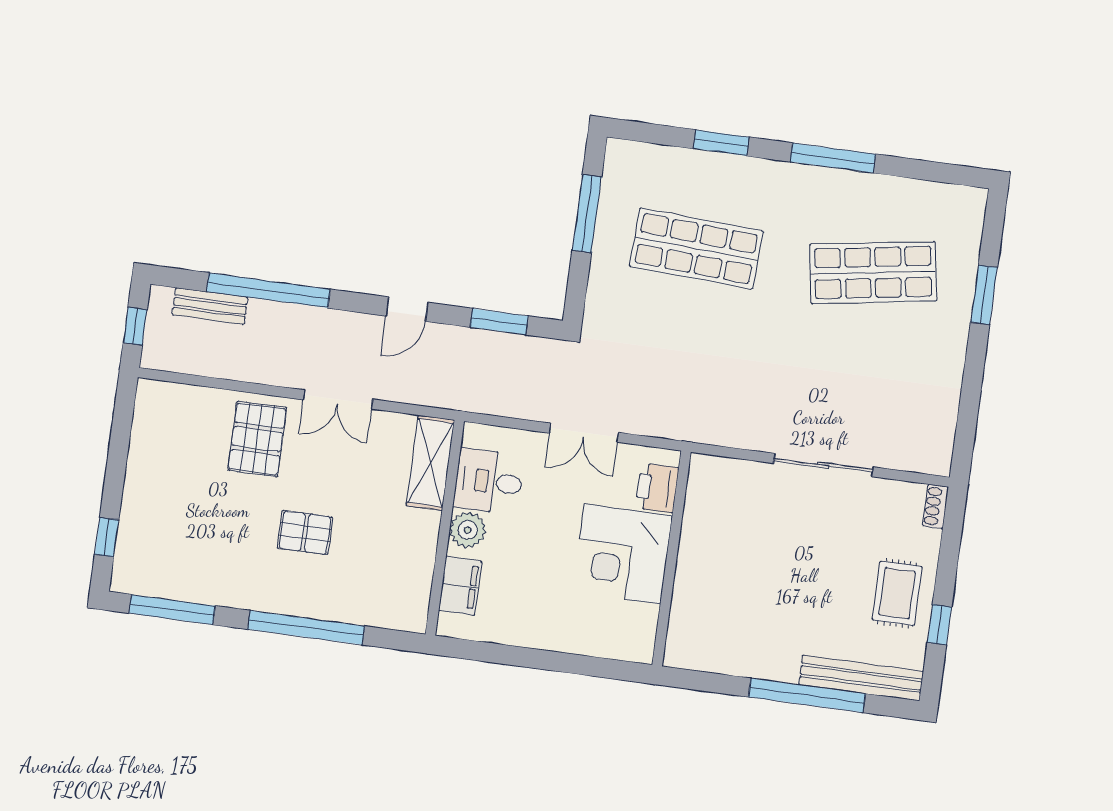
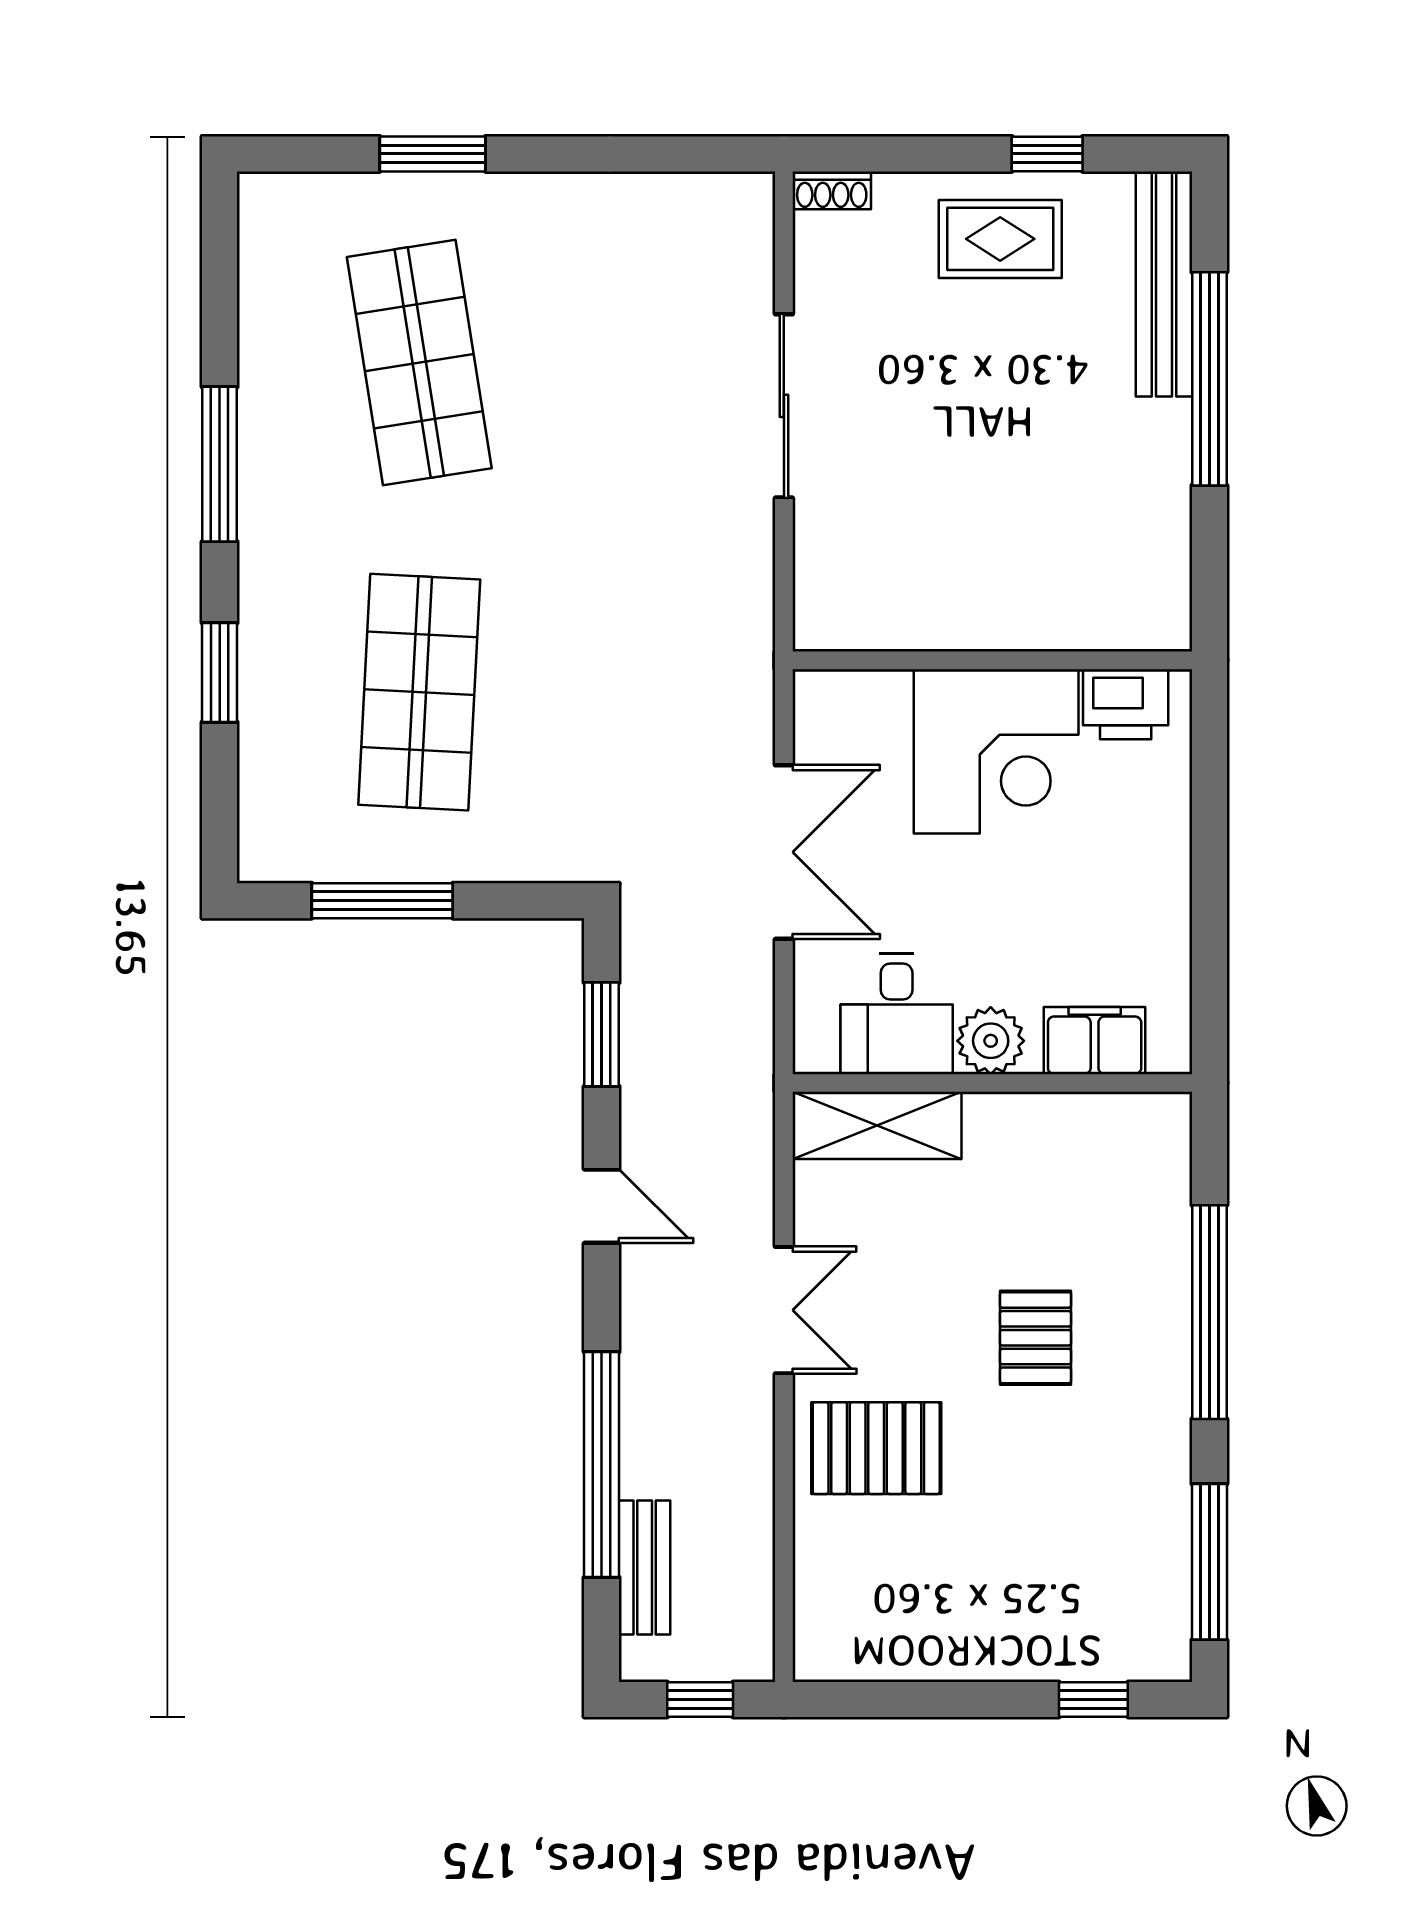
double door: (584, 433) -> (784, 852), width x1.37
printer: (657, 488) -> (1126, 704), moved

